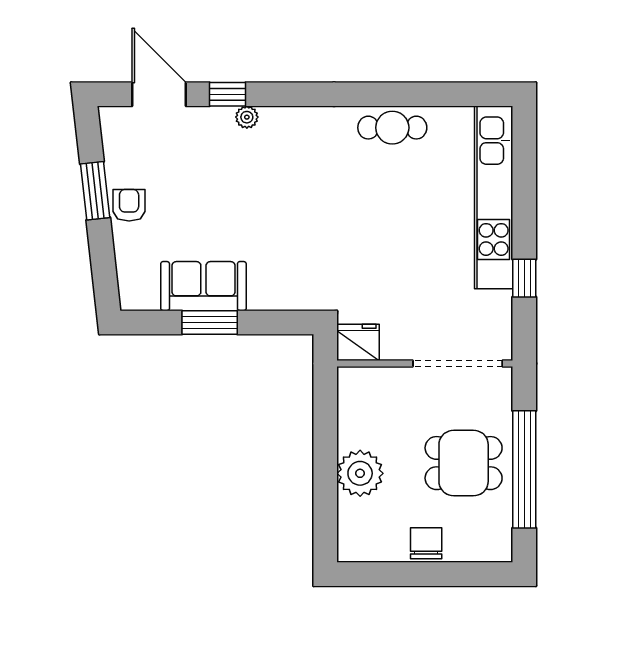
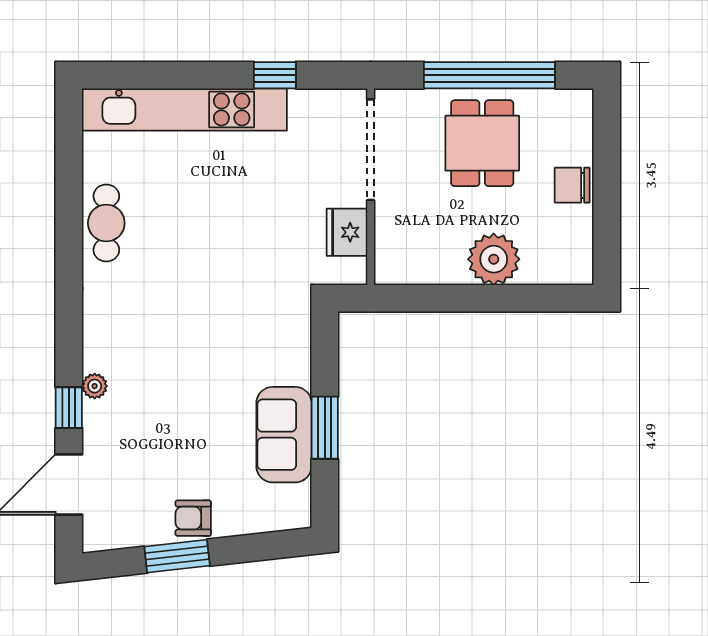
fridge: (358, 342) -> (347, 232), moved

